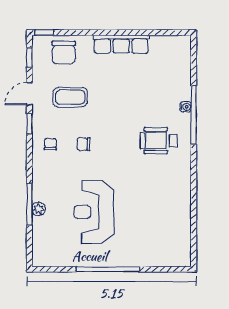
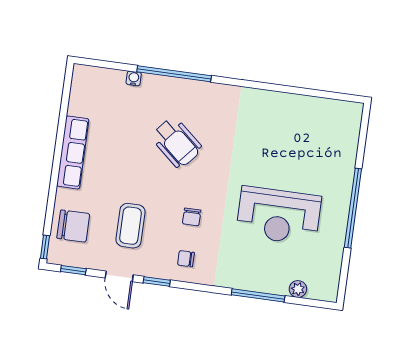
water cooler: (186, 107) -> (134, 78), moved
wheelchair: (159, 141) -> (177, 143), moved, turned -49
plant: (39, 209) -> (298, 289), moved

